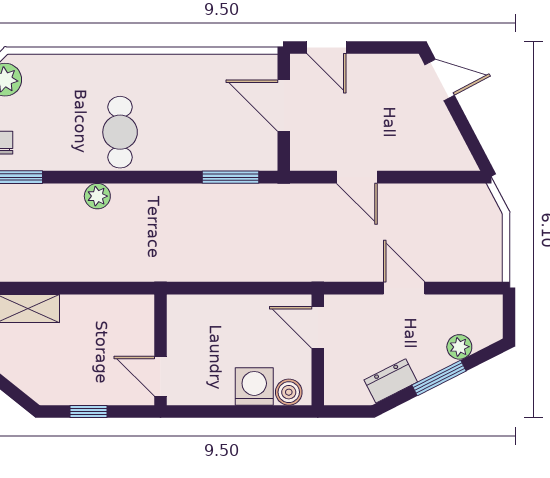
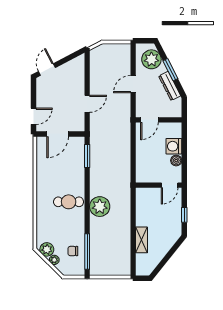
plant: (97, 196) -> (100, 207), width x1.87, depth x1.87
plant: (459, 347) -> (151, 59), width x1.88, depth x1.88
dresser: (391, 381) -> (170, 86), width x1.44
boiler: (289, 392) -> (176, 161), moved

